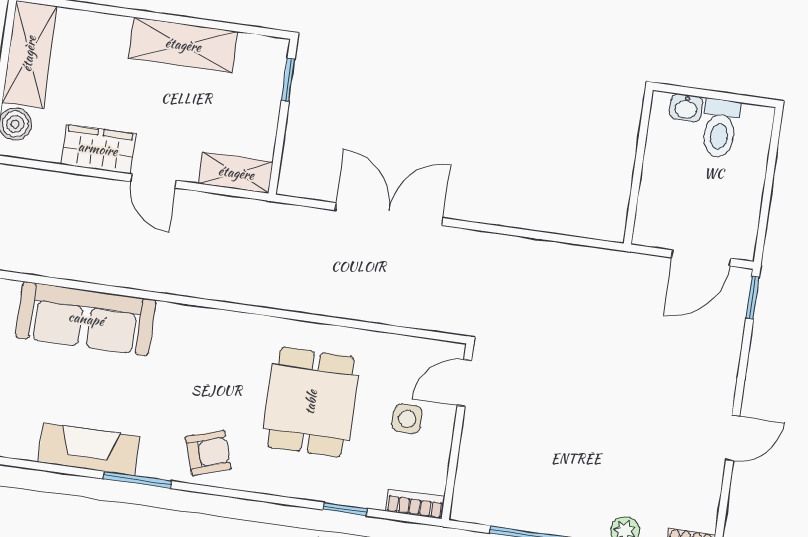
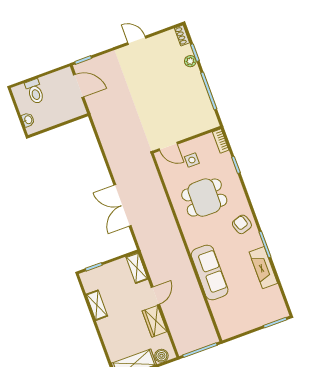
shelving: (183, 45) -> (97, 305), width x0.67, depth x0.75
toilet: (720, 128) -> (35, 92), moved, turned 90
sofa: (86, 319) -> (210, 272), moved

